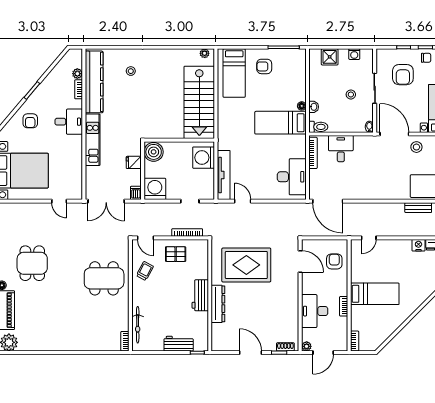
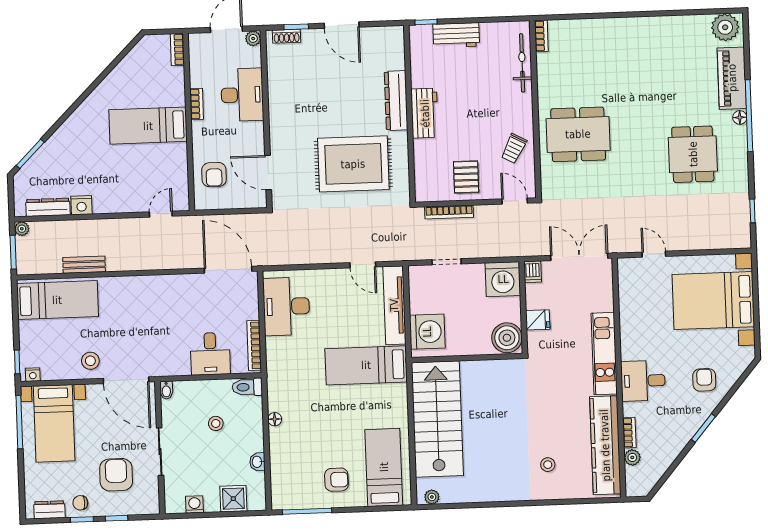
stool: (351, 95) -> (216, 423), moved
washbasin: (314, 107) -> (257, 462), moved
bed: (280, 123) -> (366, 365), moved, turned 180
pallet: (176, 254) -> (466, 177), turned 90

